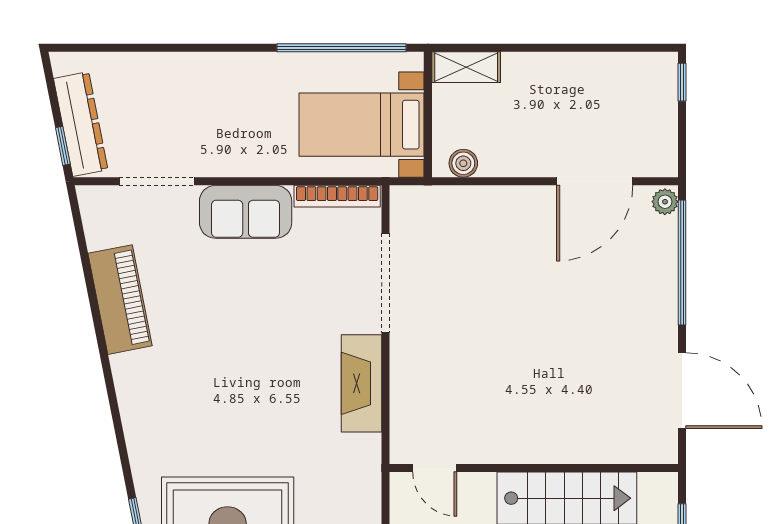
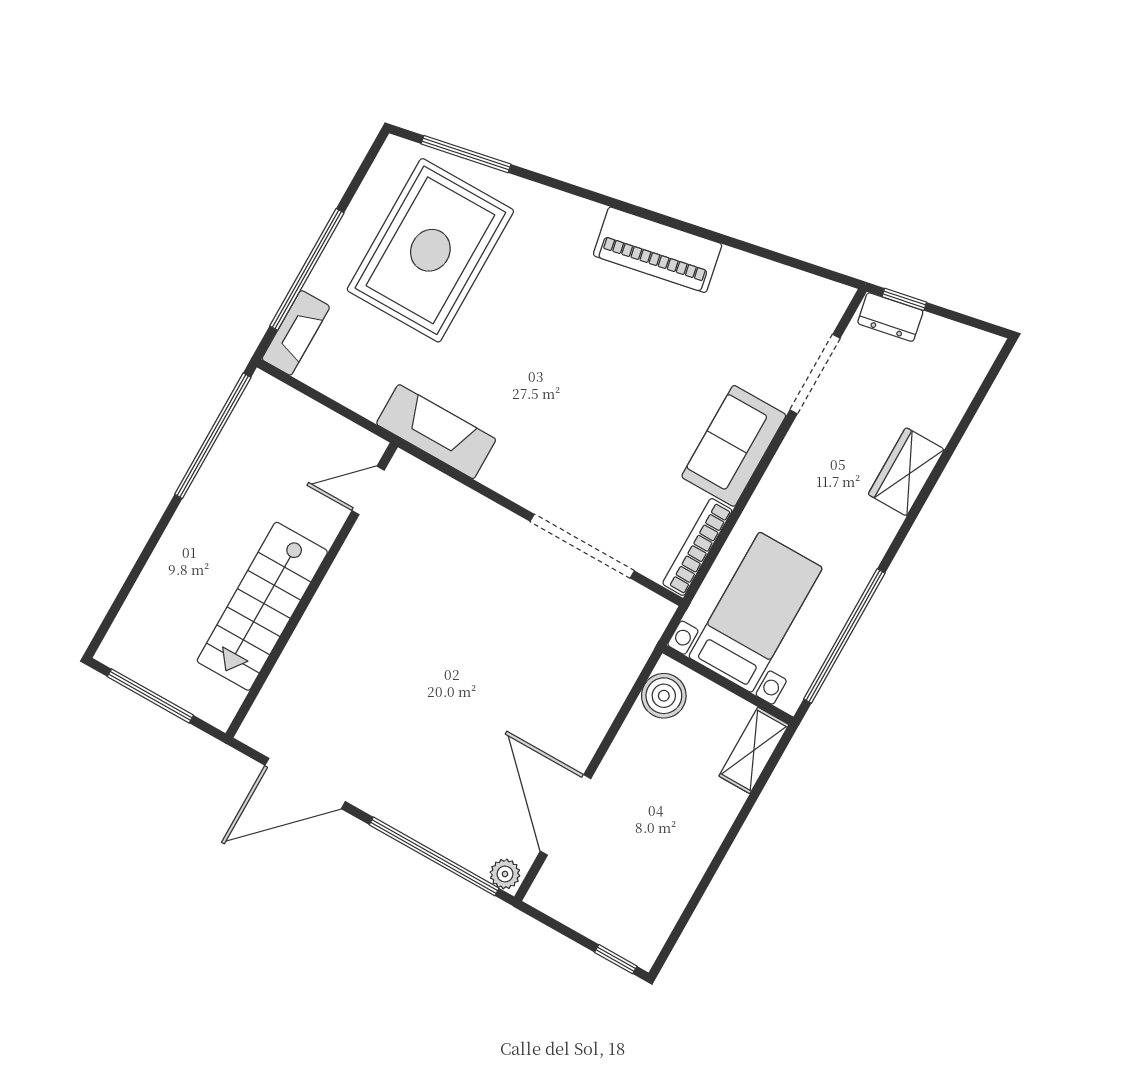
wardrobe: (192, 71) -> (906, 472), added
dresser: (81, 124) -> (890, 317), width x0.51, depth x0.80
boiler: (463, 163) -> (664, 696), width x1.36, depth x1.36
piano: (120, 300) -> (658, 250), moved
fireplace: (362, 383) -> (436, 432), moved

